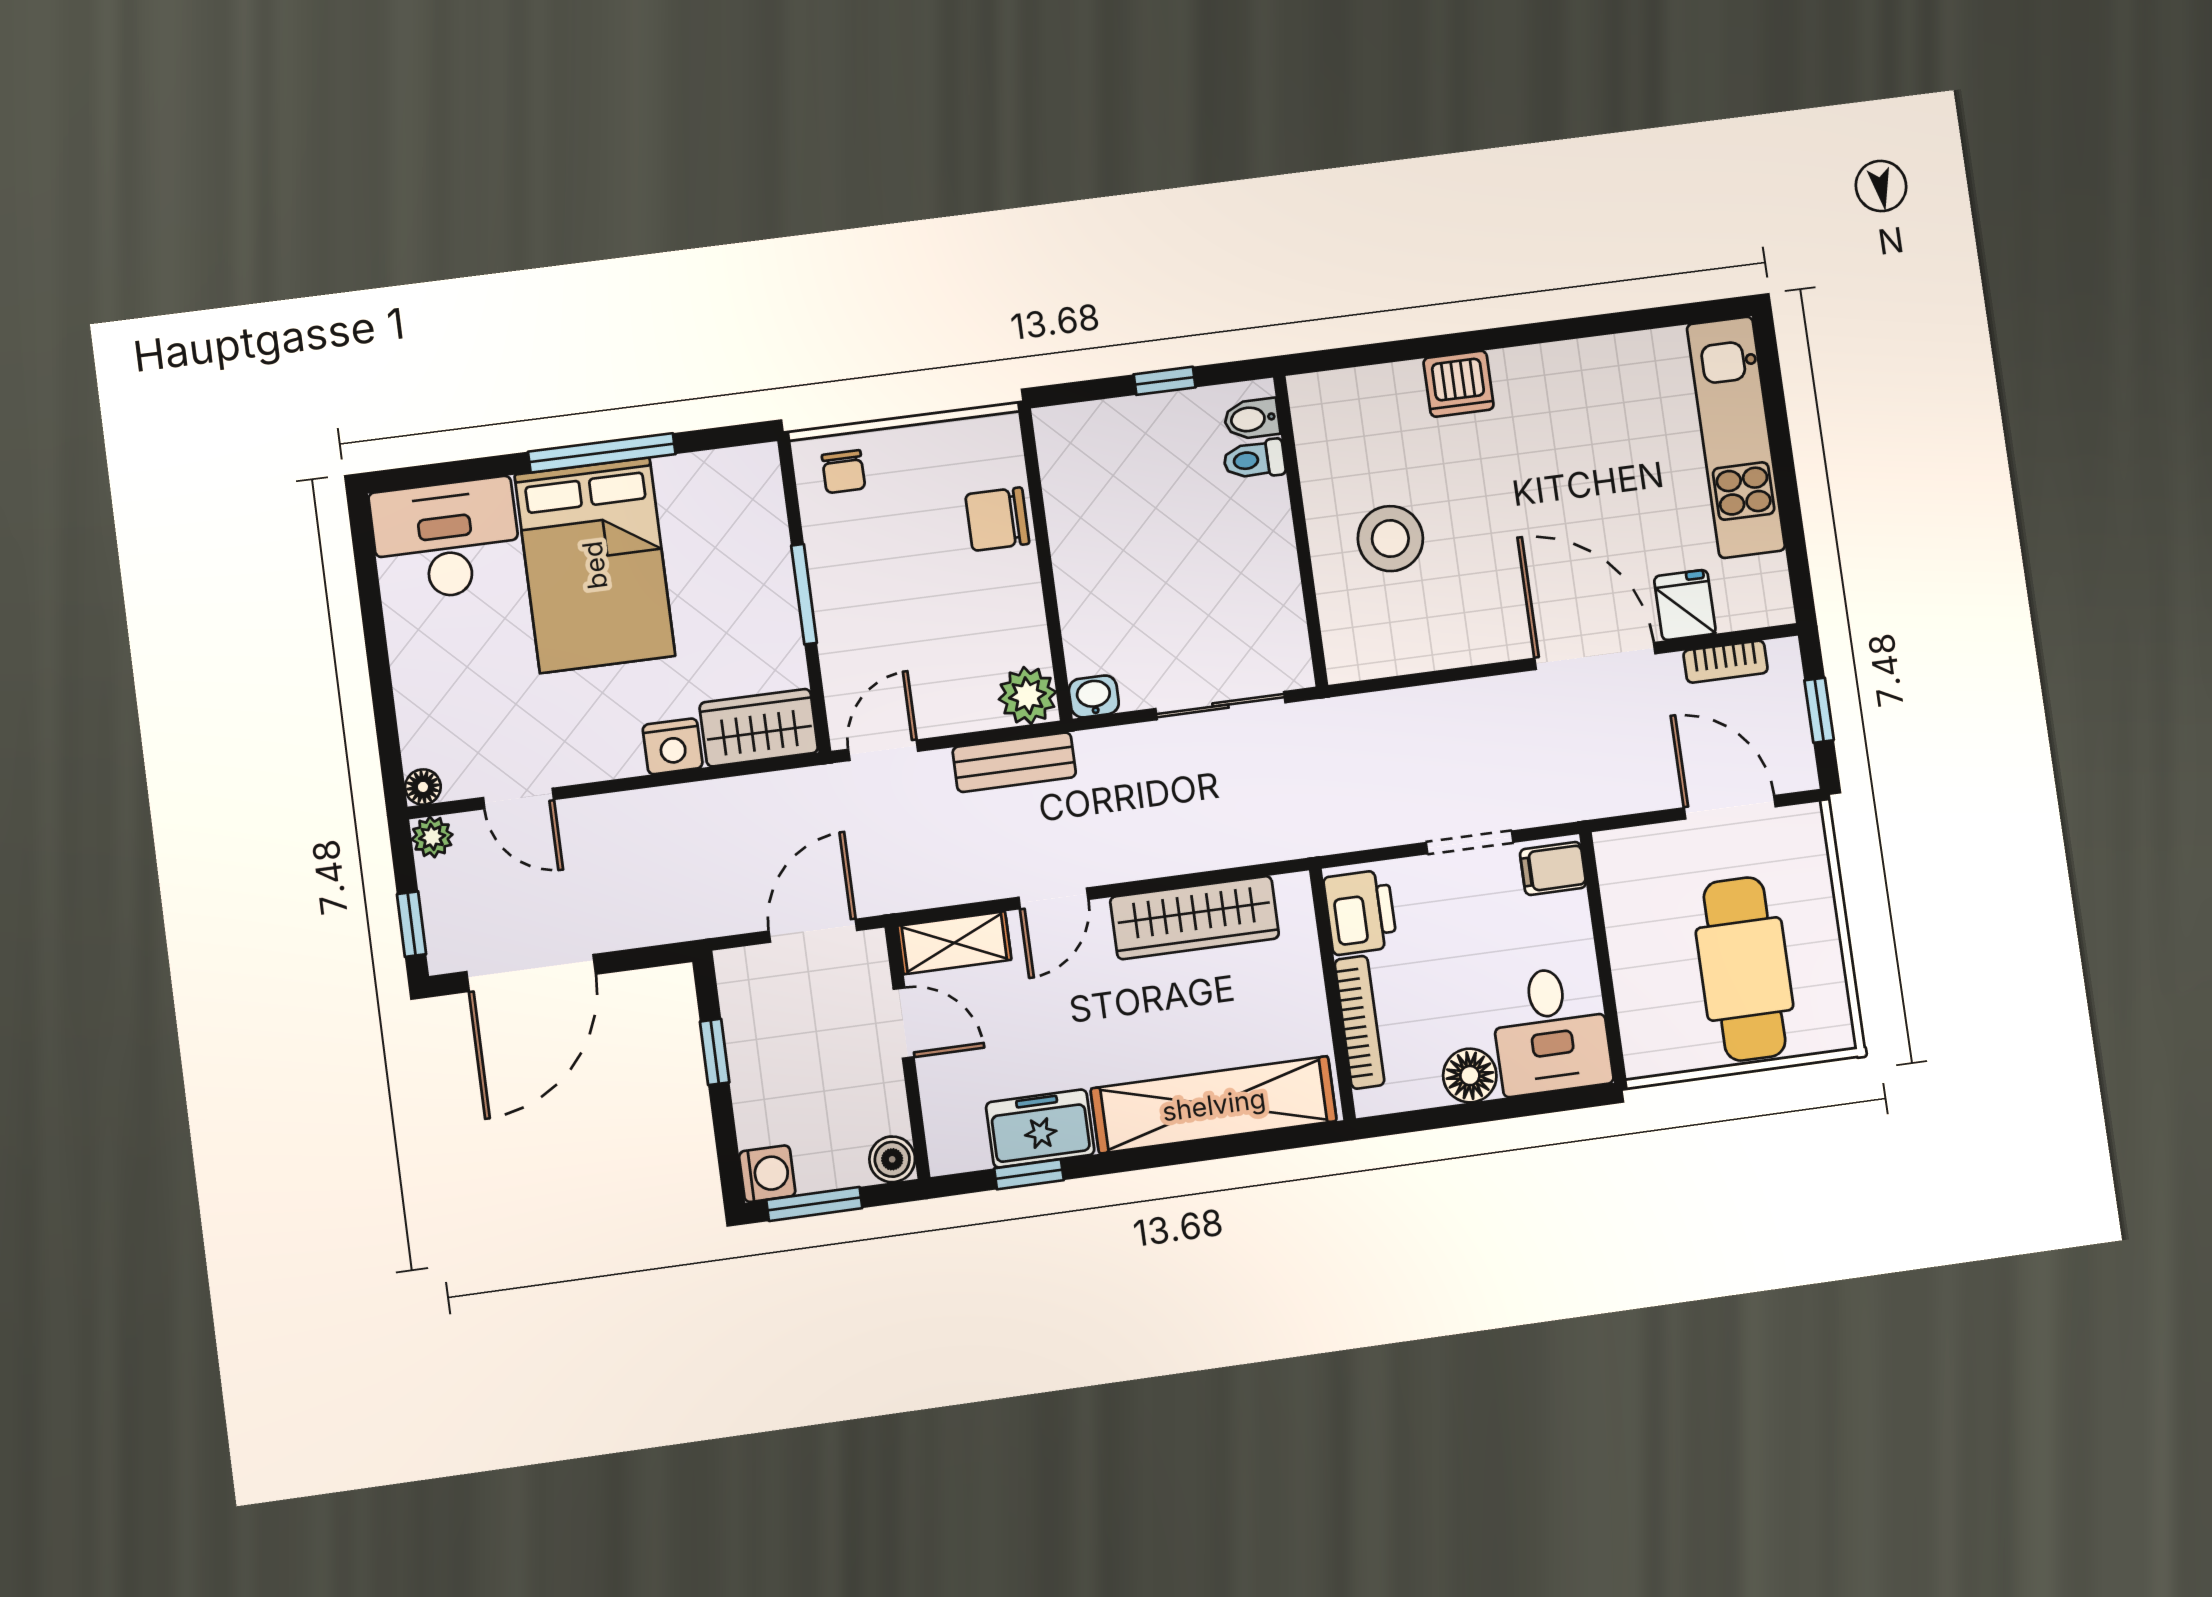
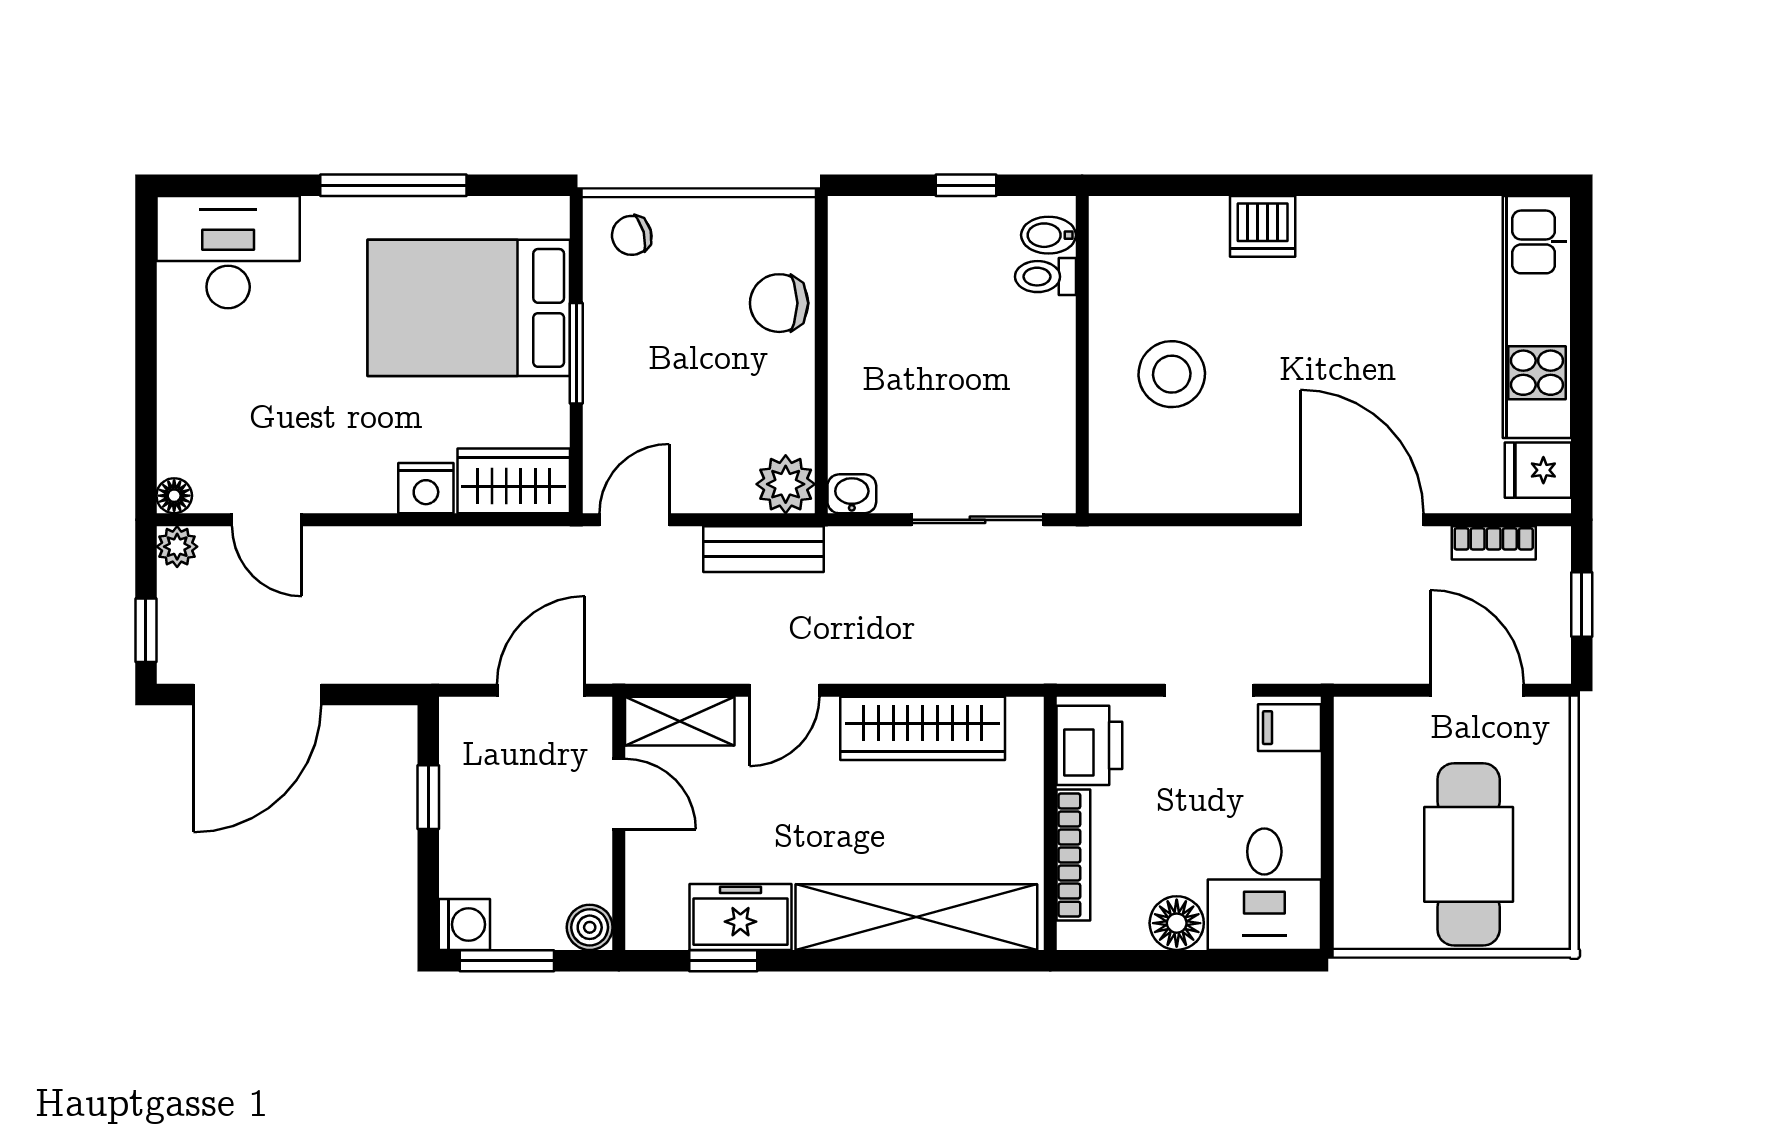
chair: (843, 472) -> (632, 235), turned 75
bed: (595, 565) -> (469, 308), moved, turned 90
fridge: (1685, 605) -> (1538, 470), moved, turned -90

